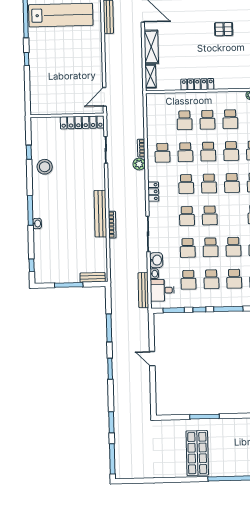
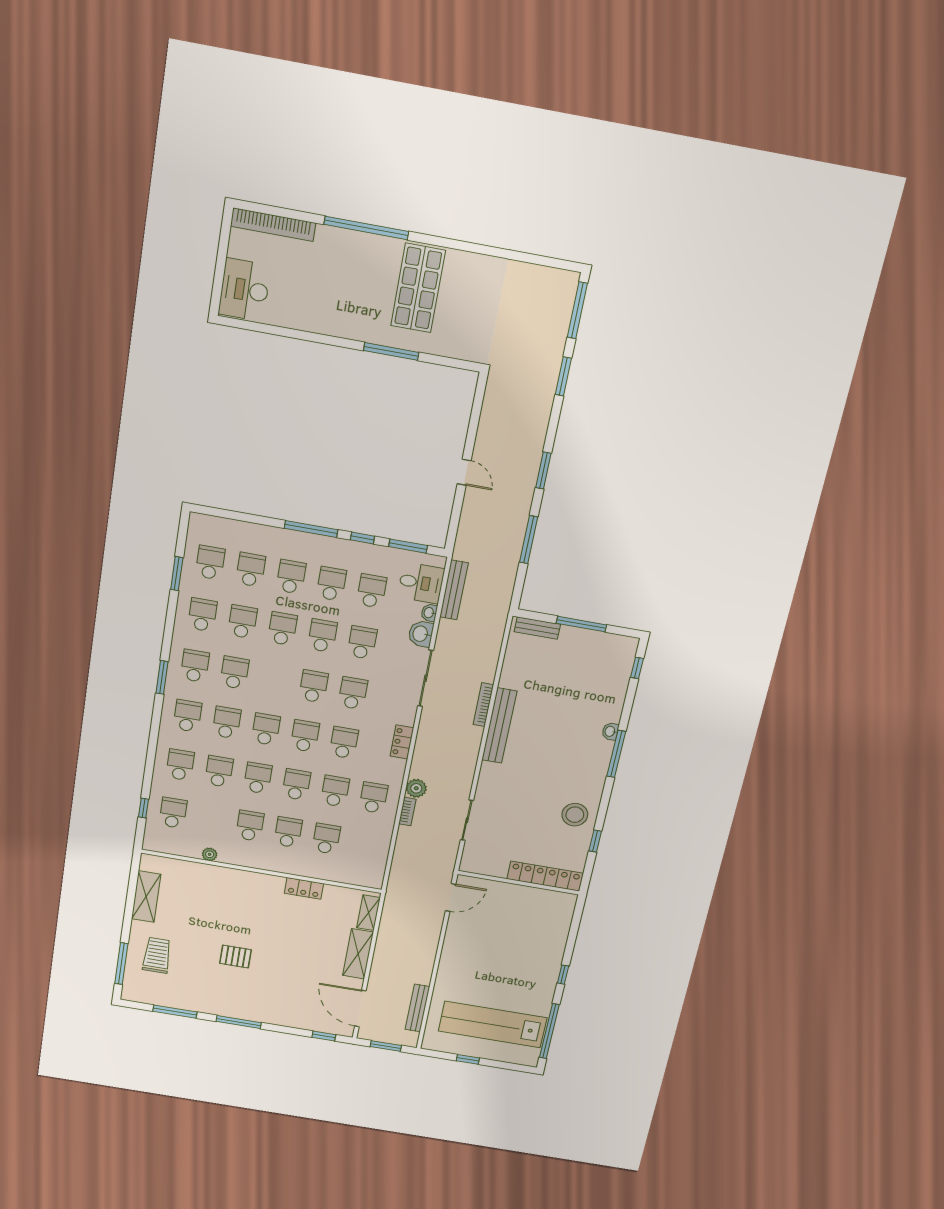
locker: (197, 84) -> (304, 888), width x0.66
locker: (82, 122) -> (545, 876), moved

